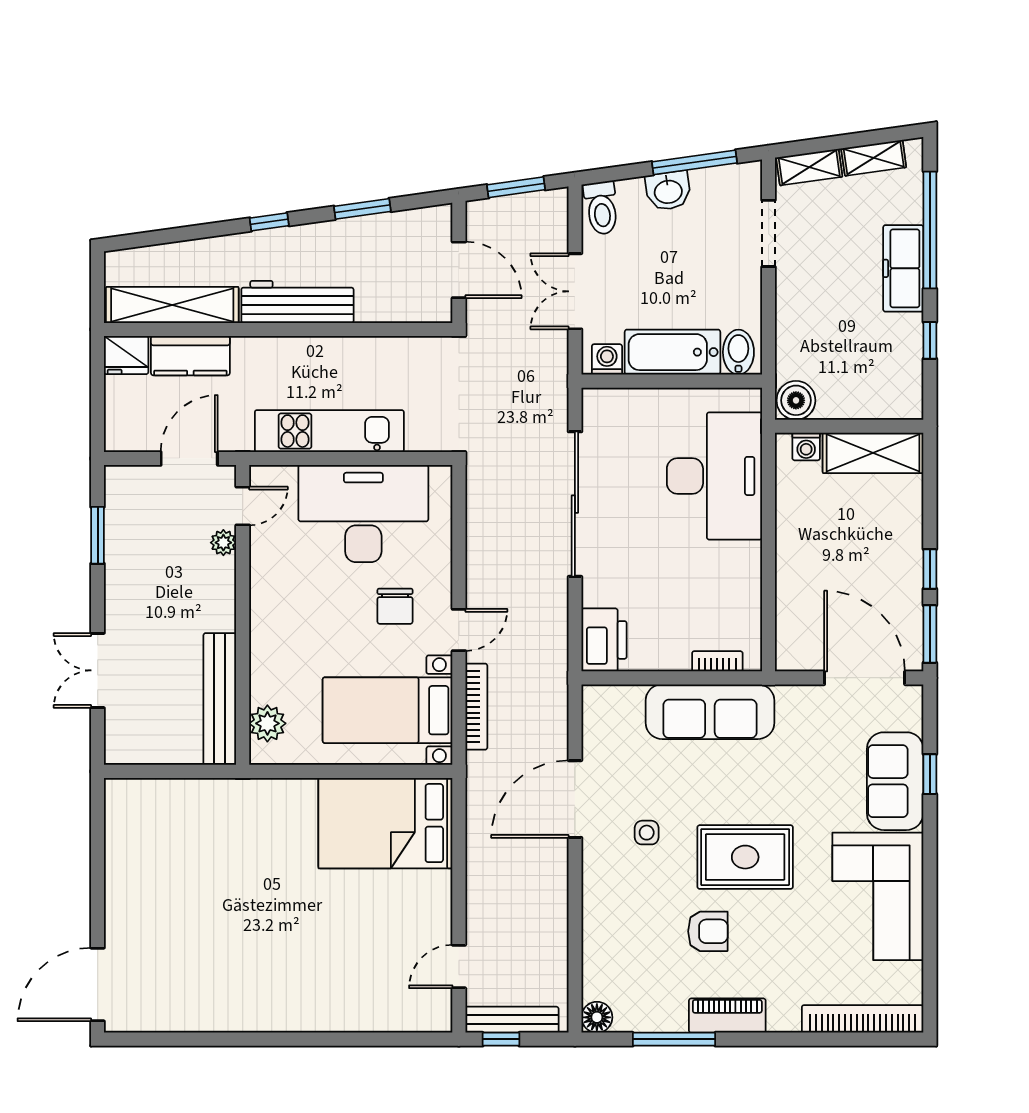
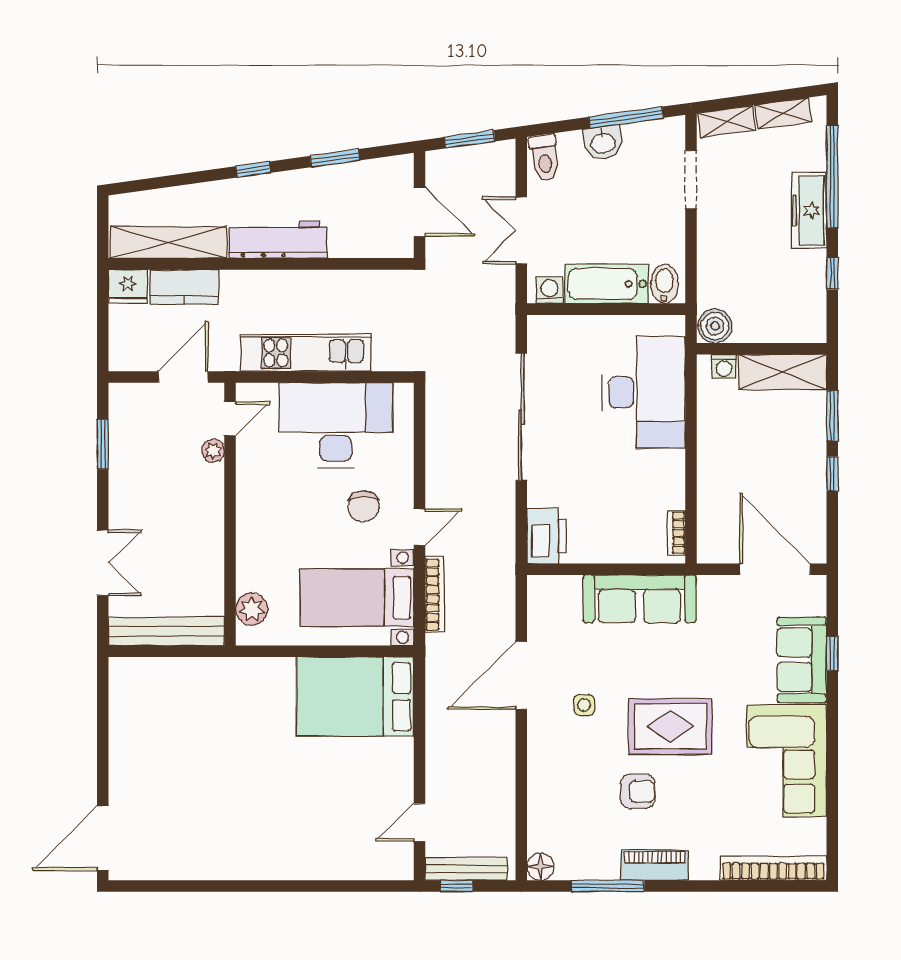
window: (930, 634) -> (832, 416), moved
bookcase: (717, 661) -> (676, 533), moved, turned -90
double door: (98, 670) -> (103, 563), swing flipped
bench: (220, 699) -> (166, 631), moved, turned 90

